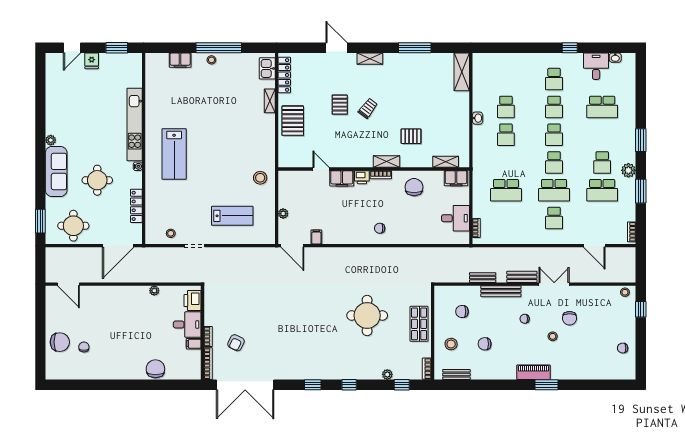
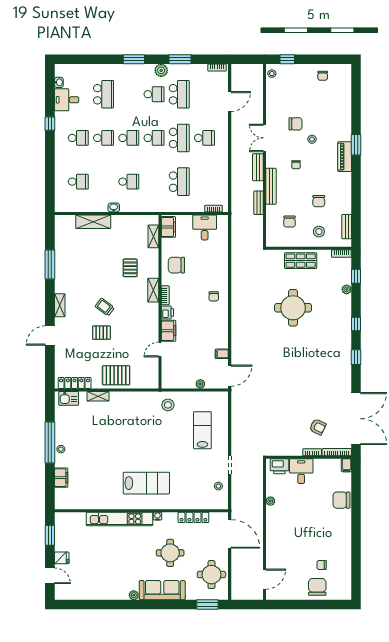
shelving: (462, 72) -> (93, 222), moved
school desk: (506, 107) -> (78, 182), moved
filing cabinet: (194, 344) -> (346, 465), moved

